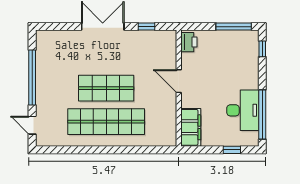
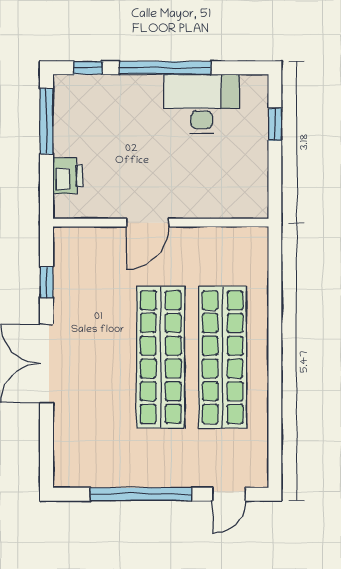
printer: (189, 42) -> (68, 176), moved, turned 90
shop shelf: (106, 88) -> (161, 357), width x1.40
window: (262, 115) -> (165, 68), moved
filing cabinet: (191, 127) -> (233, 201), removed

